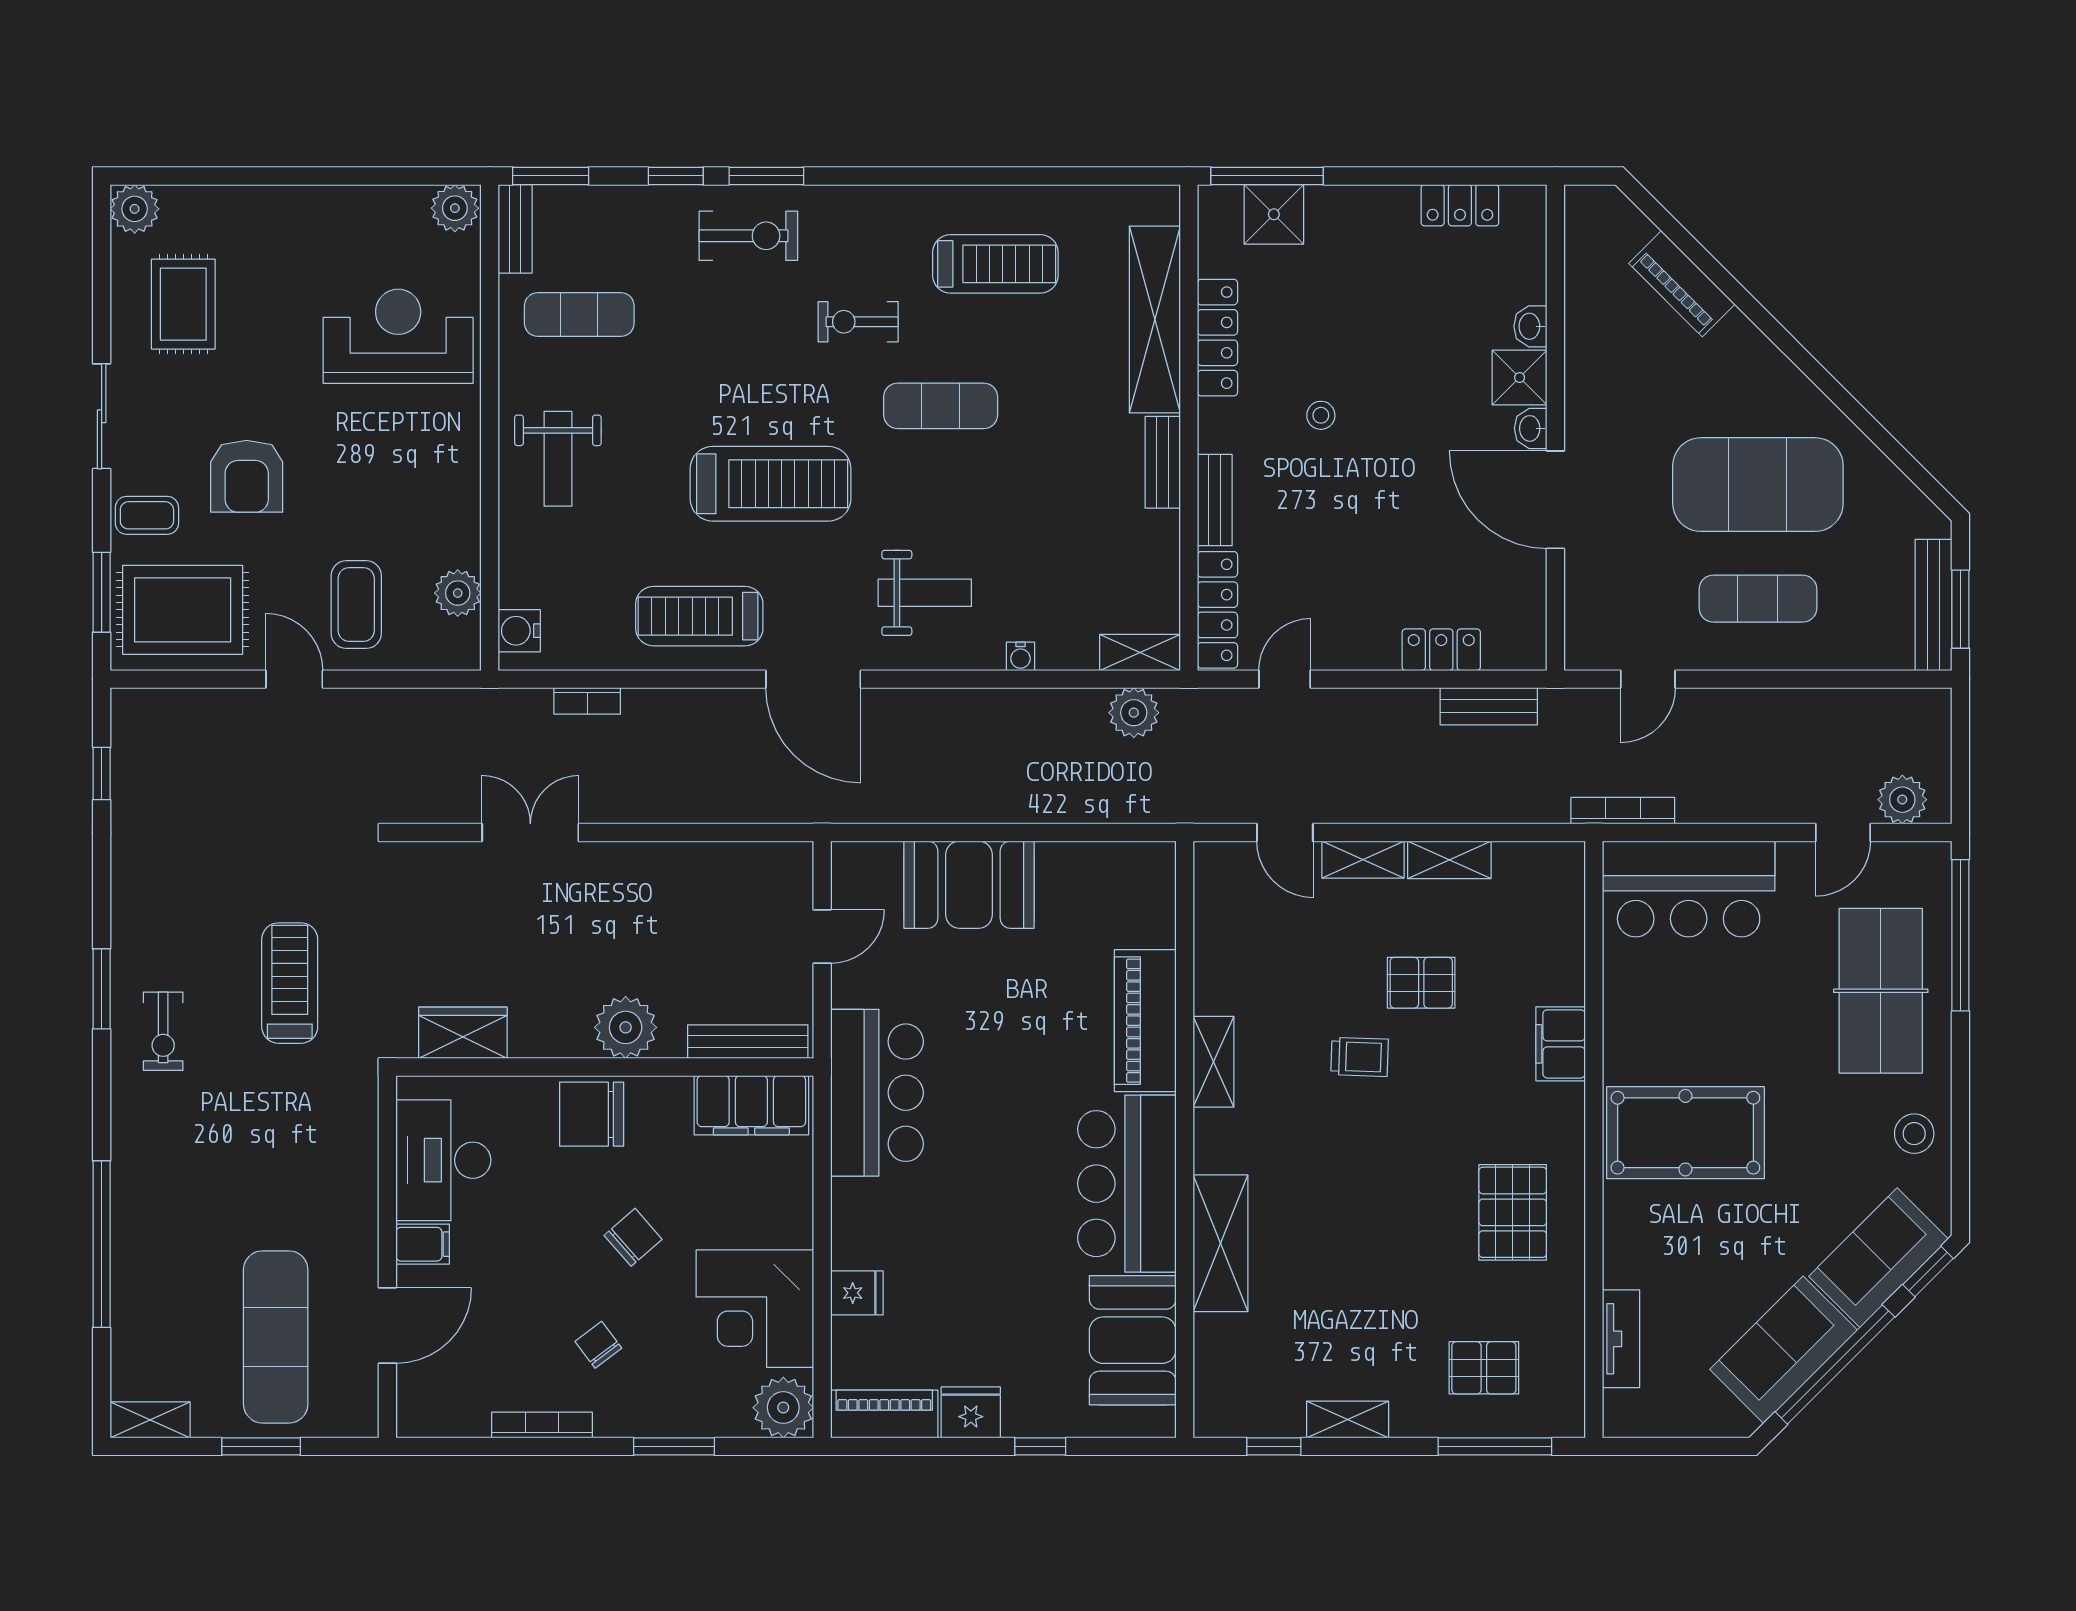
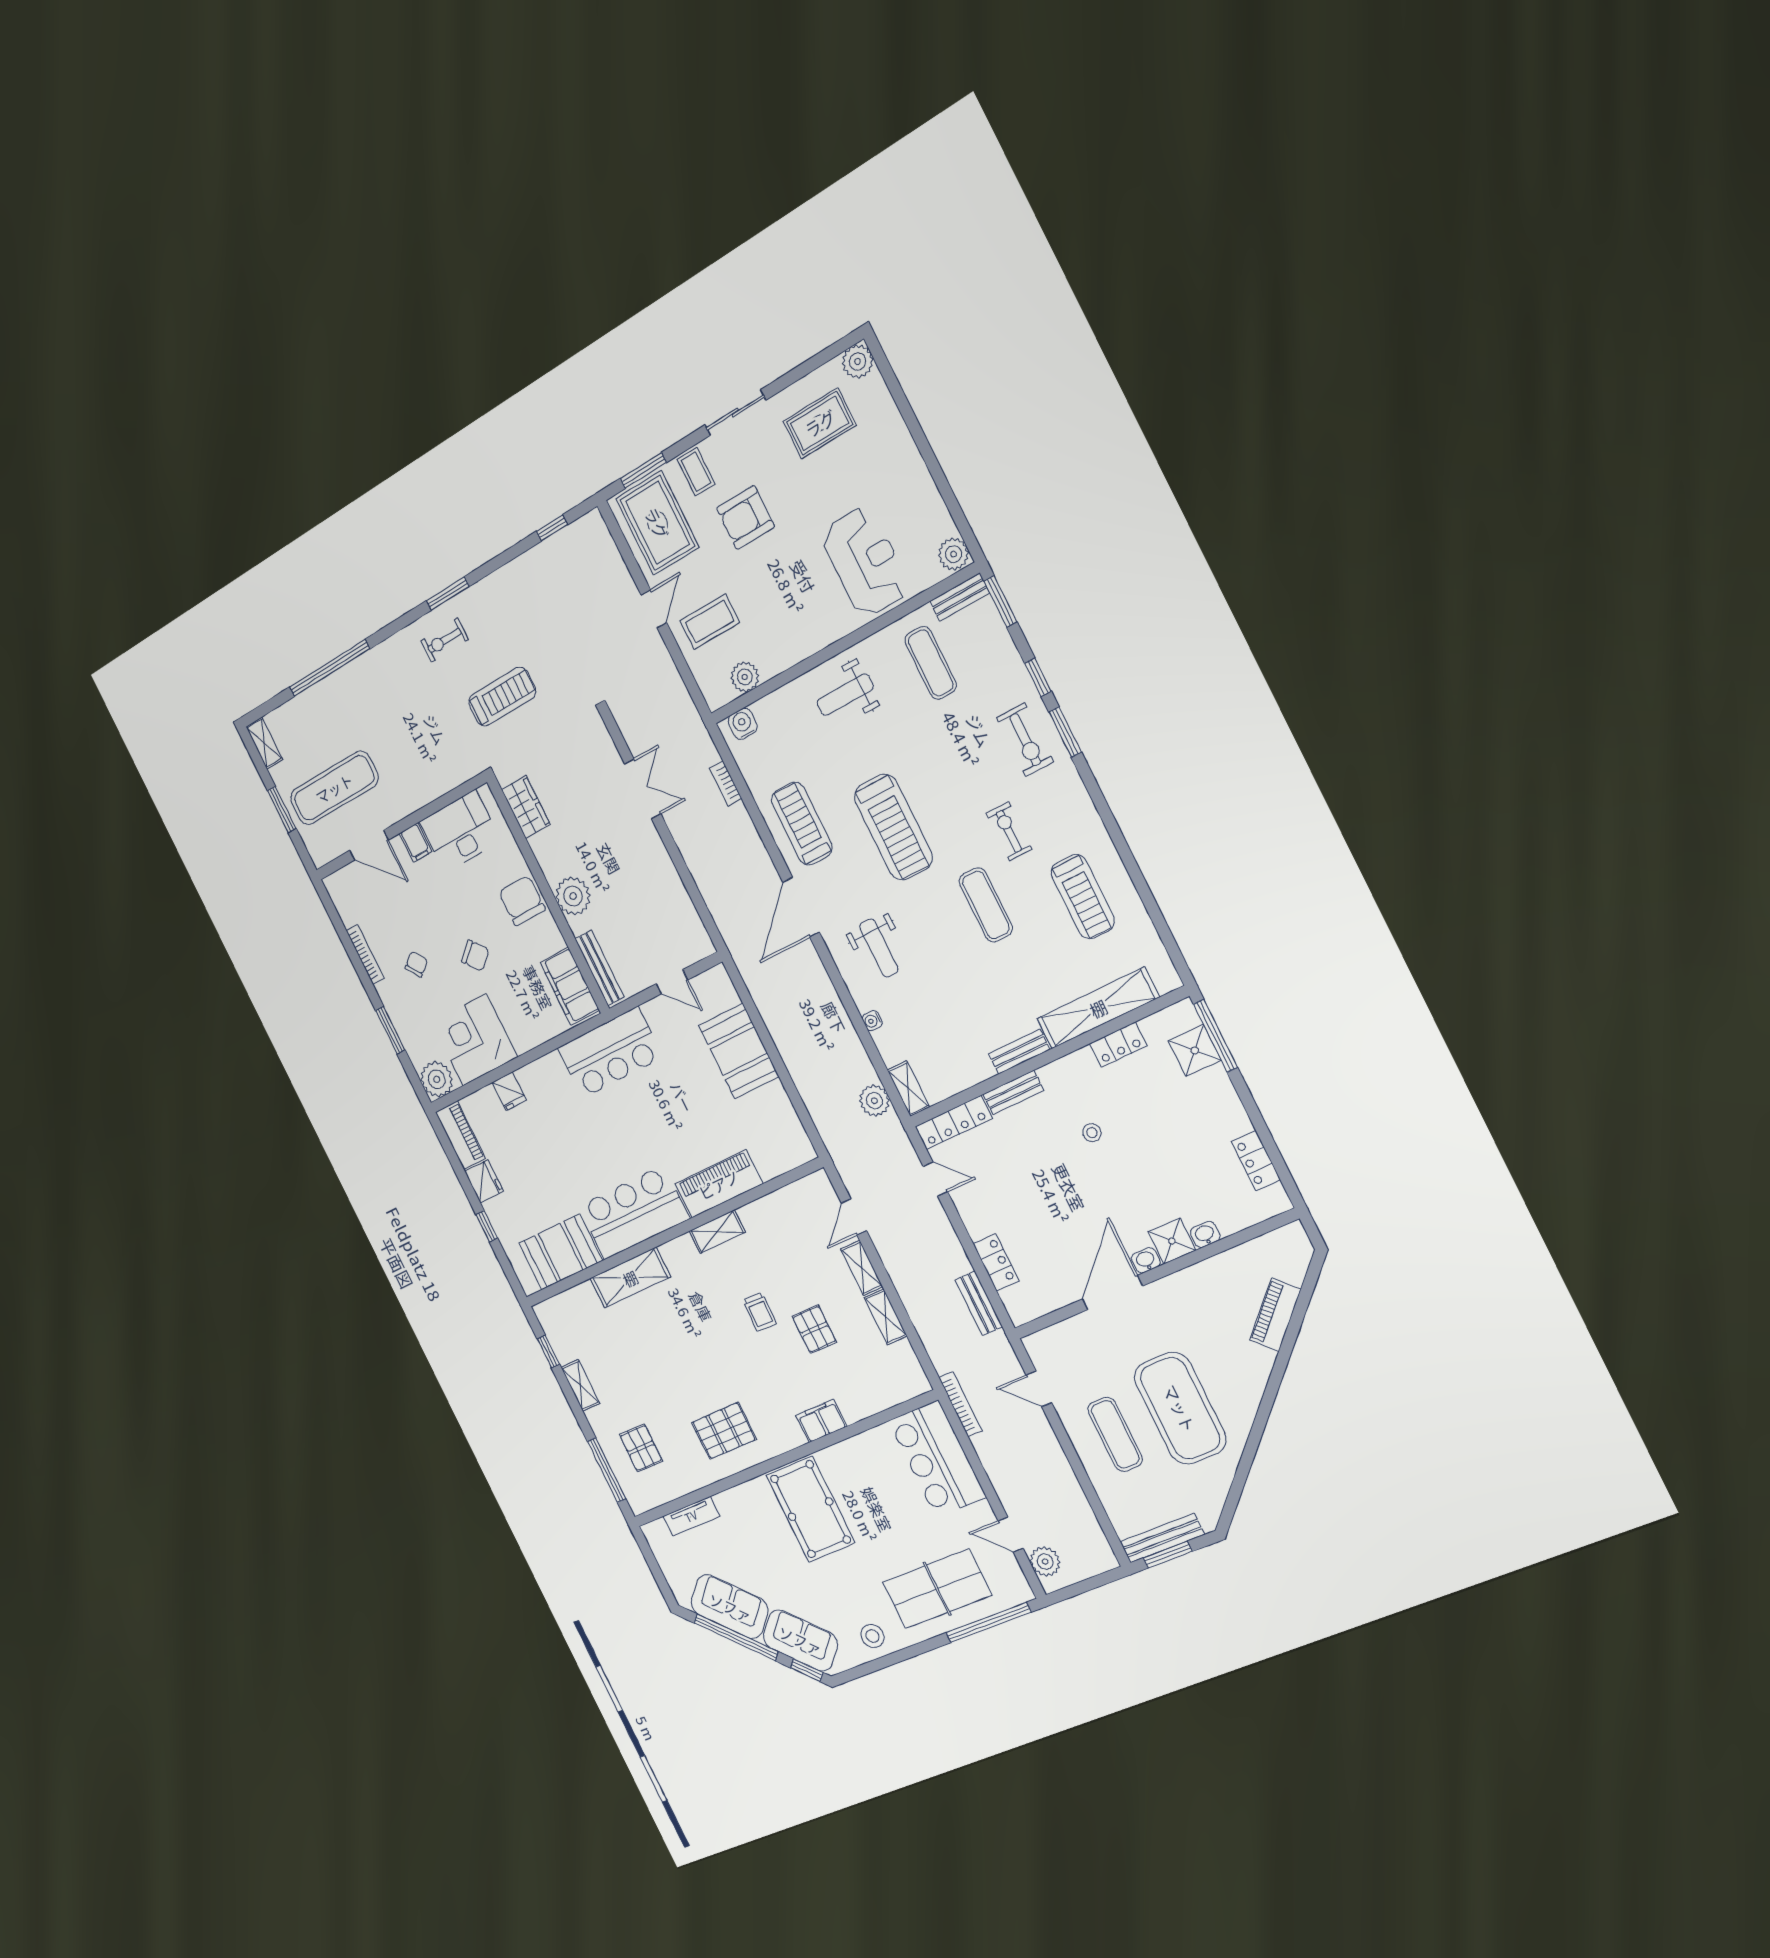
locker: (1217, 338) -> (1118, 1045), width x0.66

